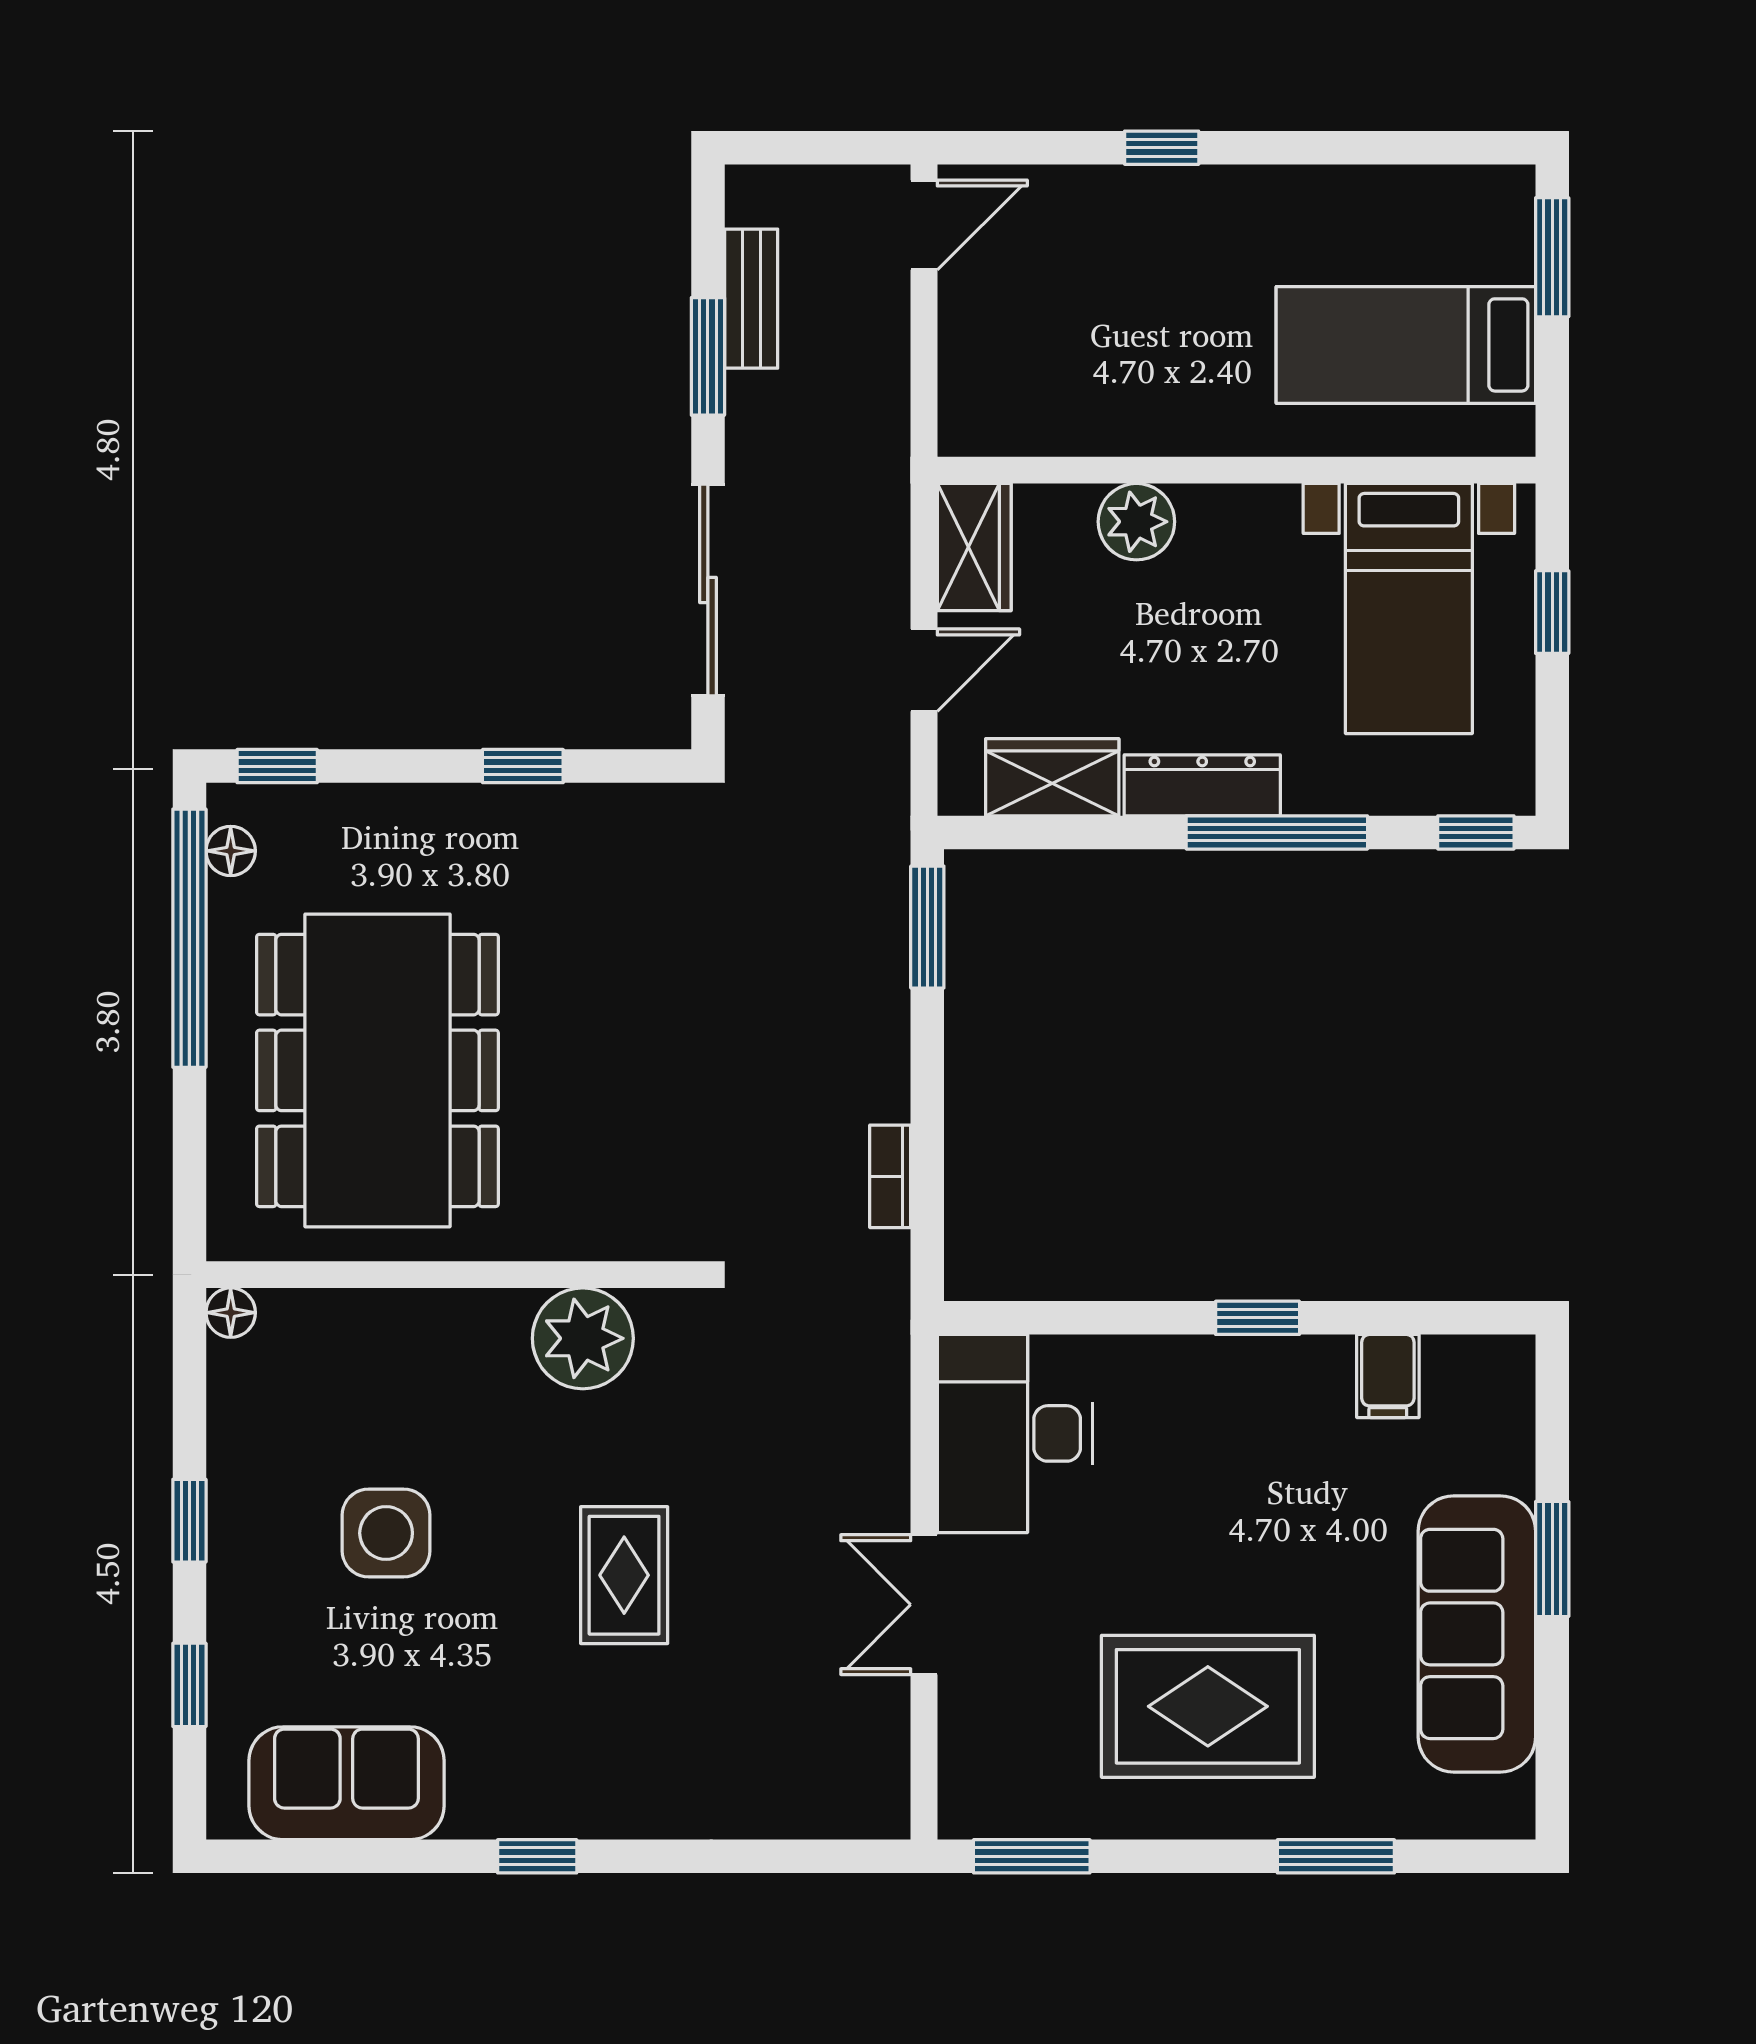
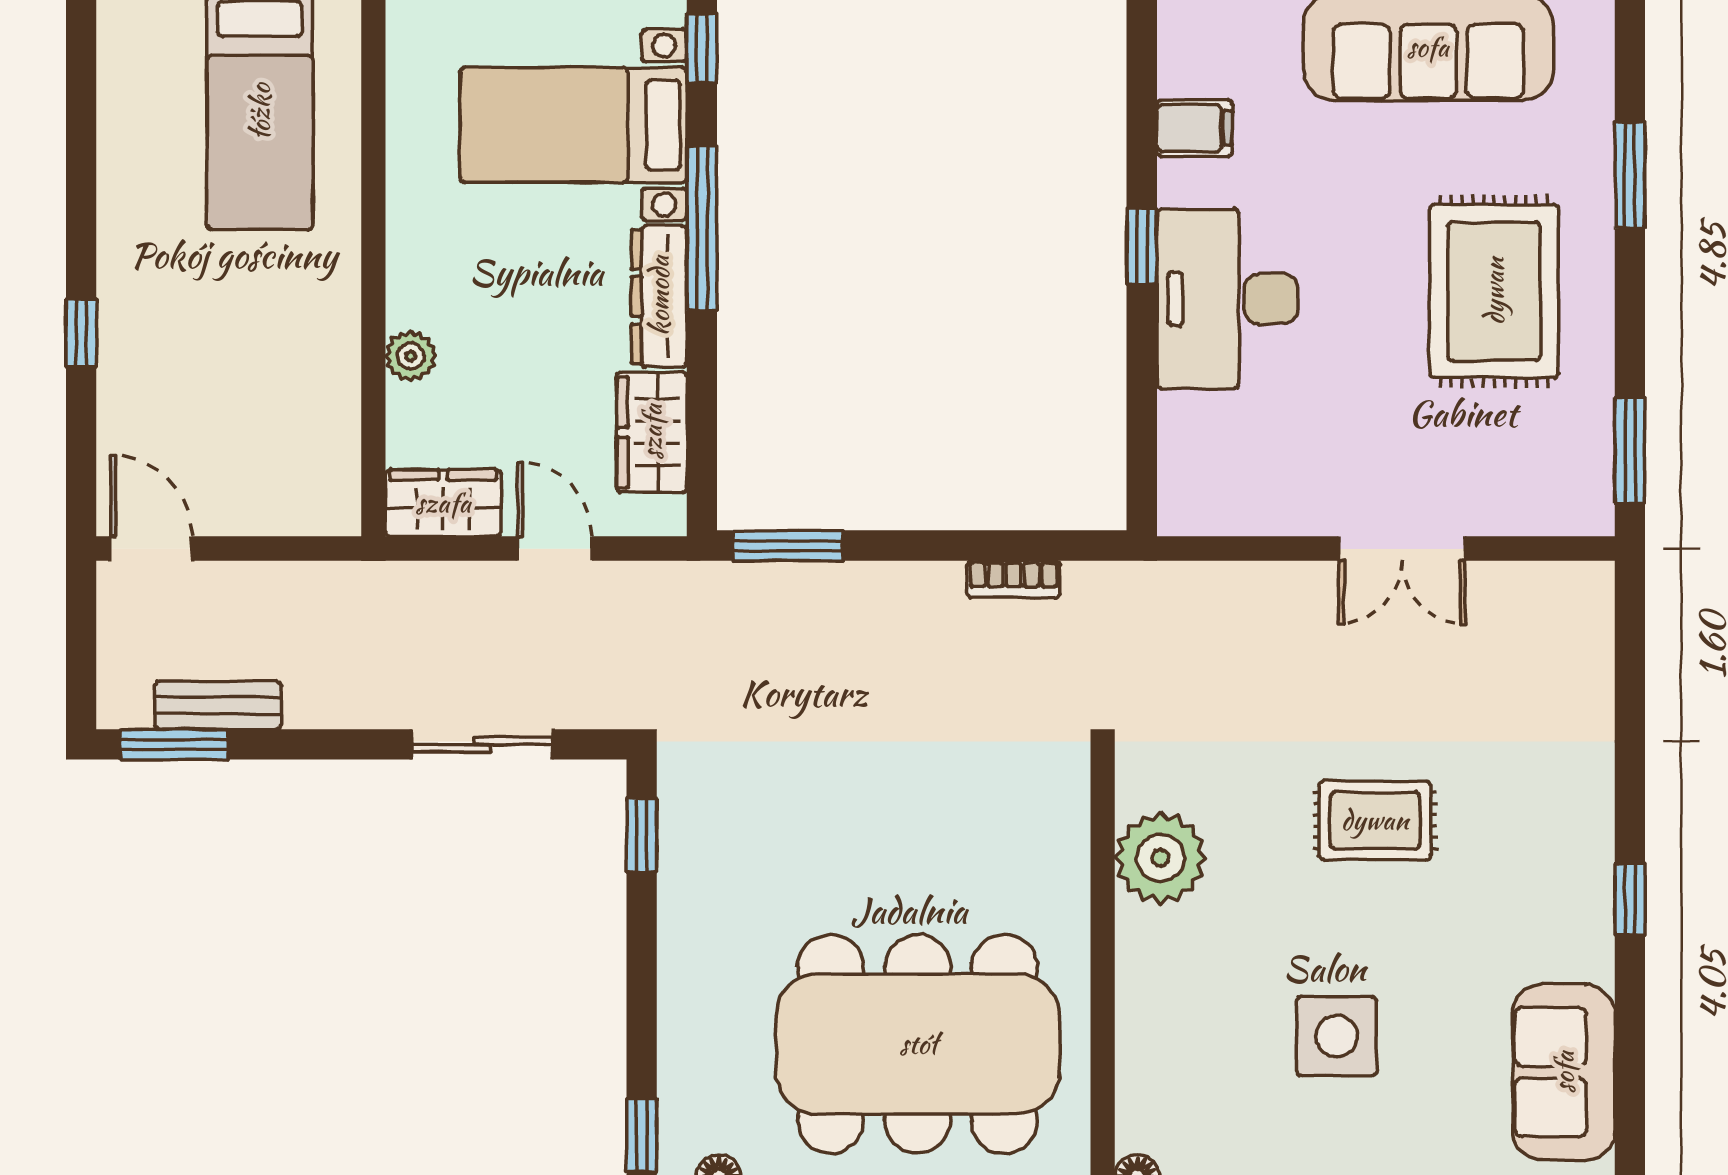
window: (708, 356) -> (174, 744), moved
plant: (1136, 522) -> (411, 356), width x0.73, depth x0.73
sliding door: (708, 590) -> (482, 744), width x0.73
bed with nightstands: (1409, 609) -> (573, 125), moved, turned 180
window: (523, 766) -> (642, 835), moved
desk: (1015, 1433) -> (1227, 299), moved, turned 90

